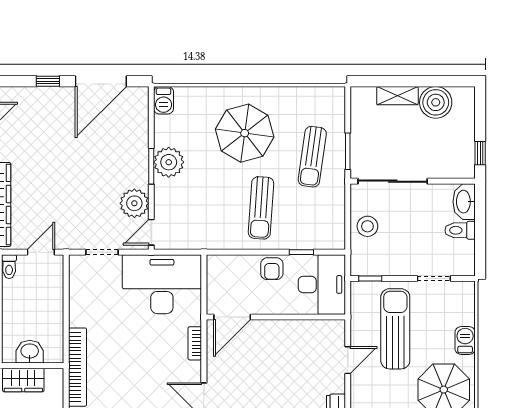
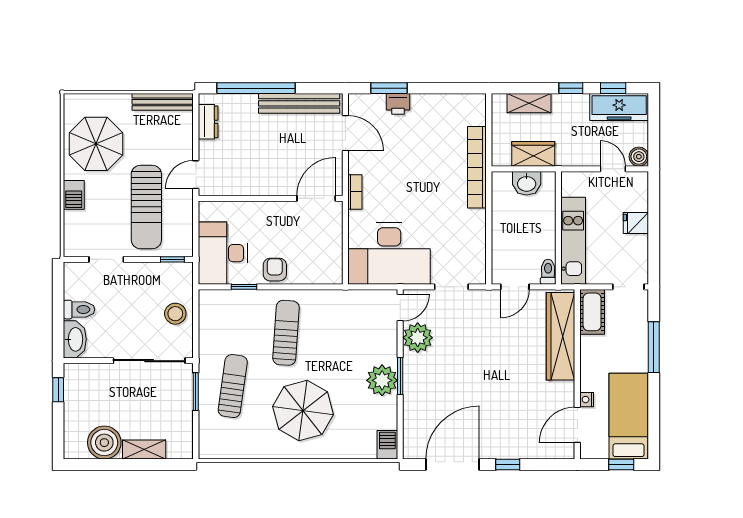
door: (232, 317) -> (316, 198), moved
wall: (276, 317) -> (271, 198), moved

